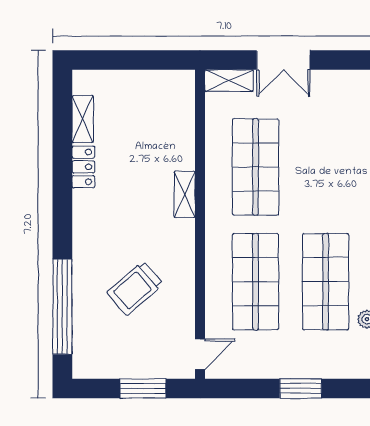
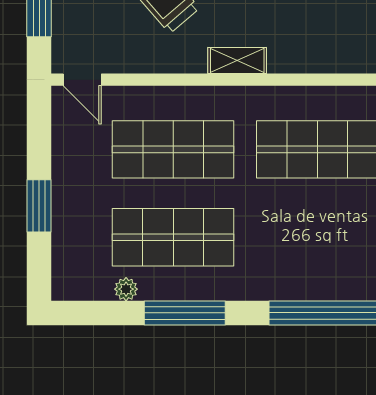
shelving: (185, 194) -> (237, 60), moved

